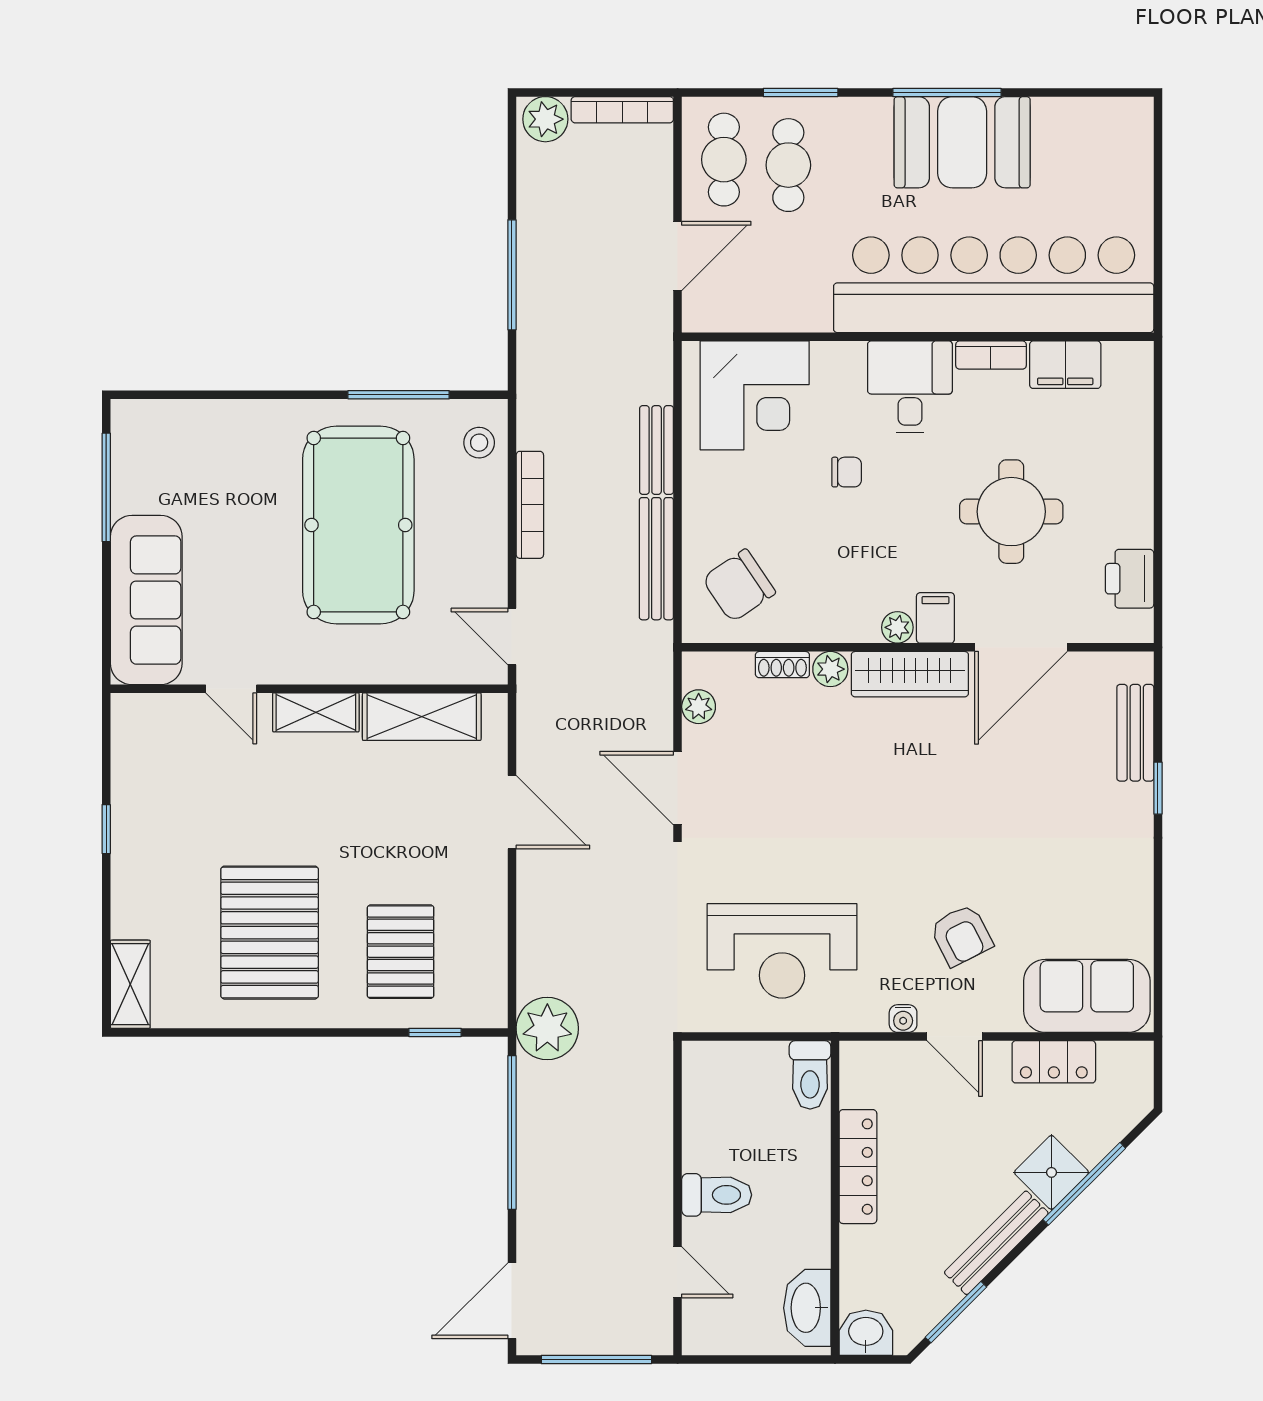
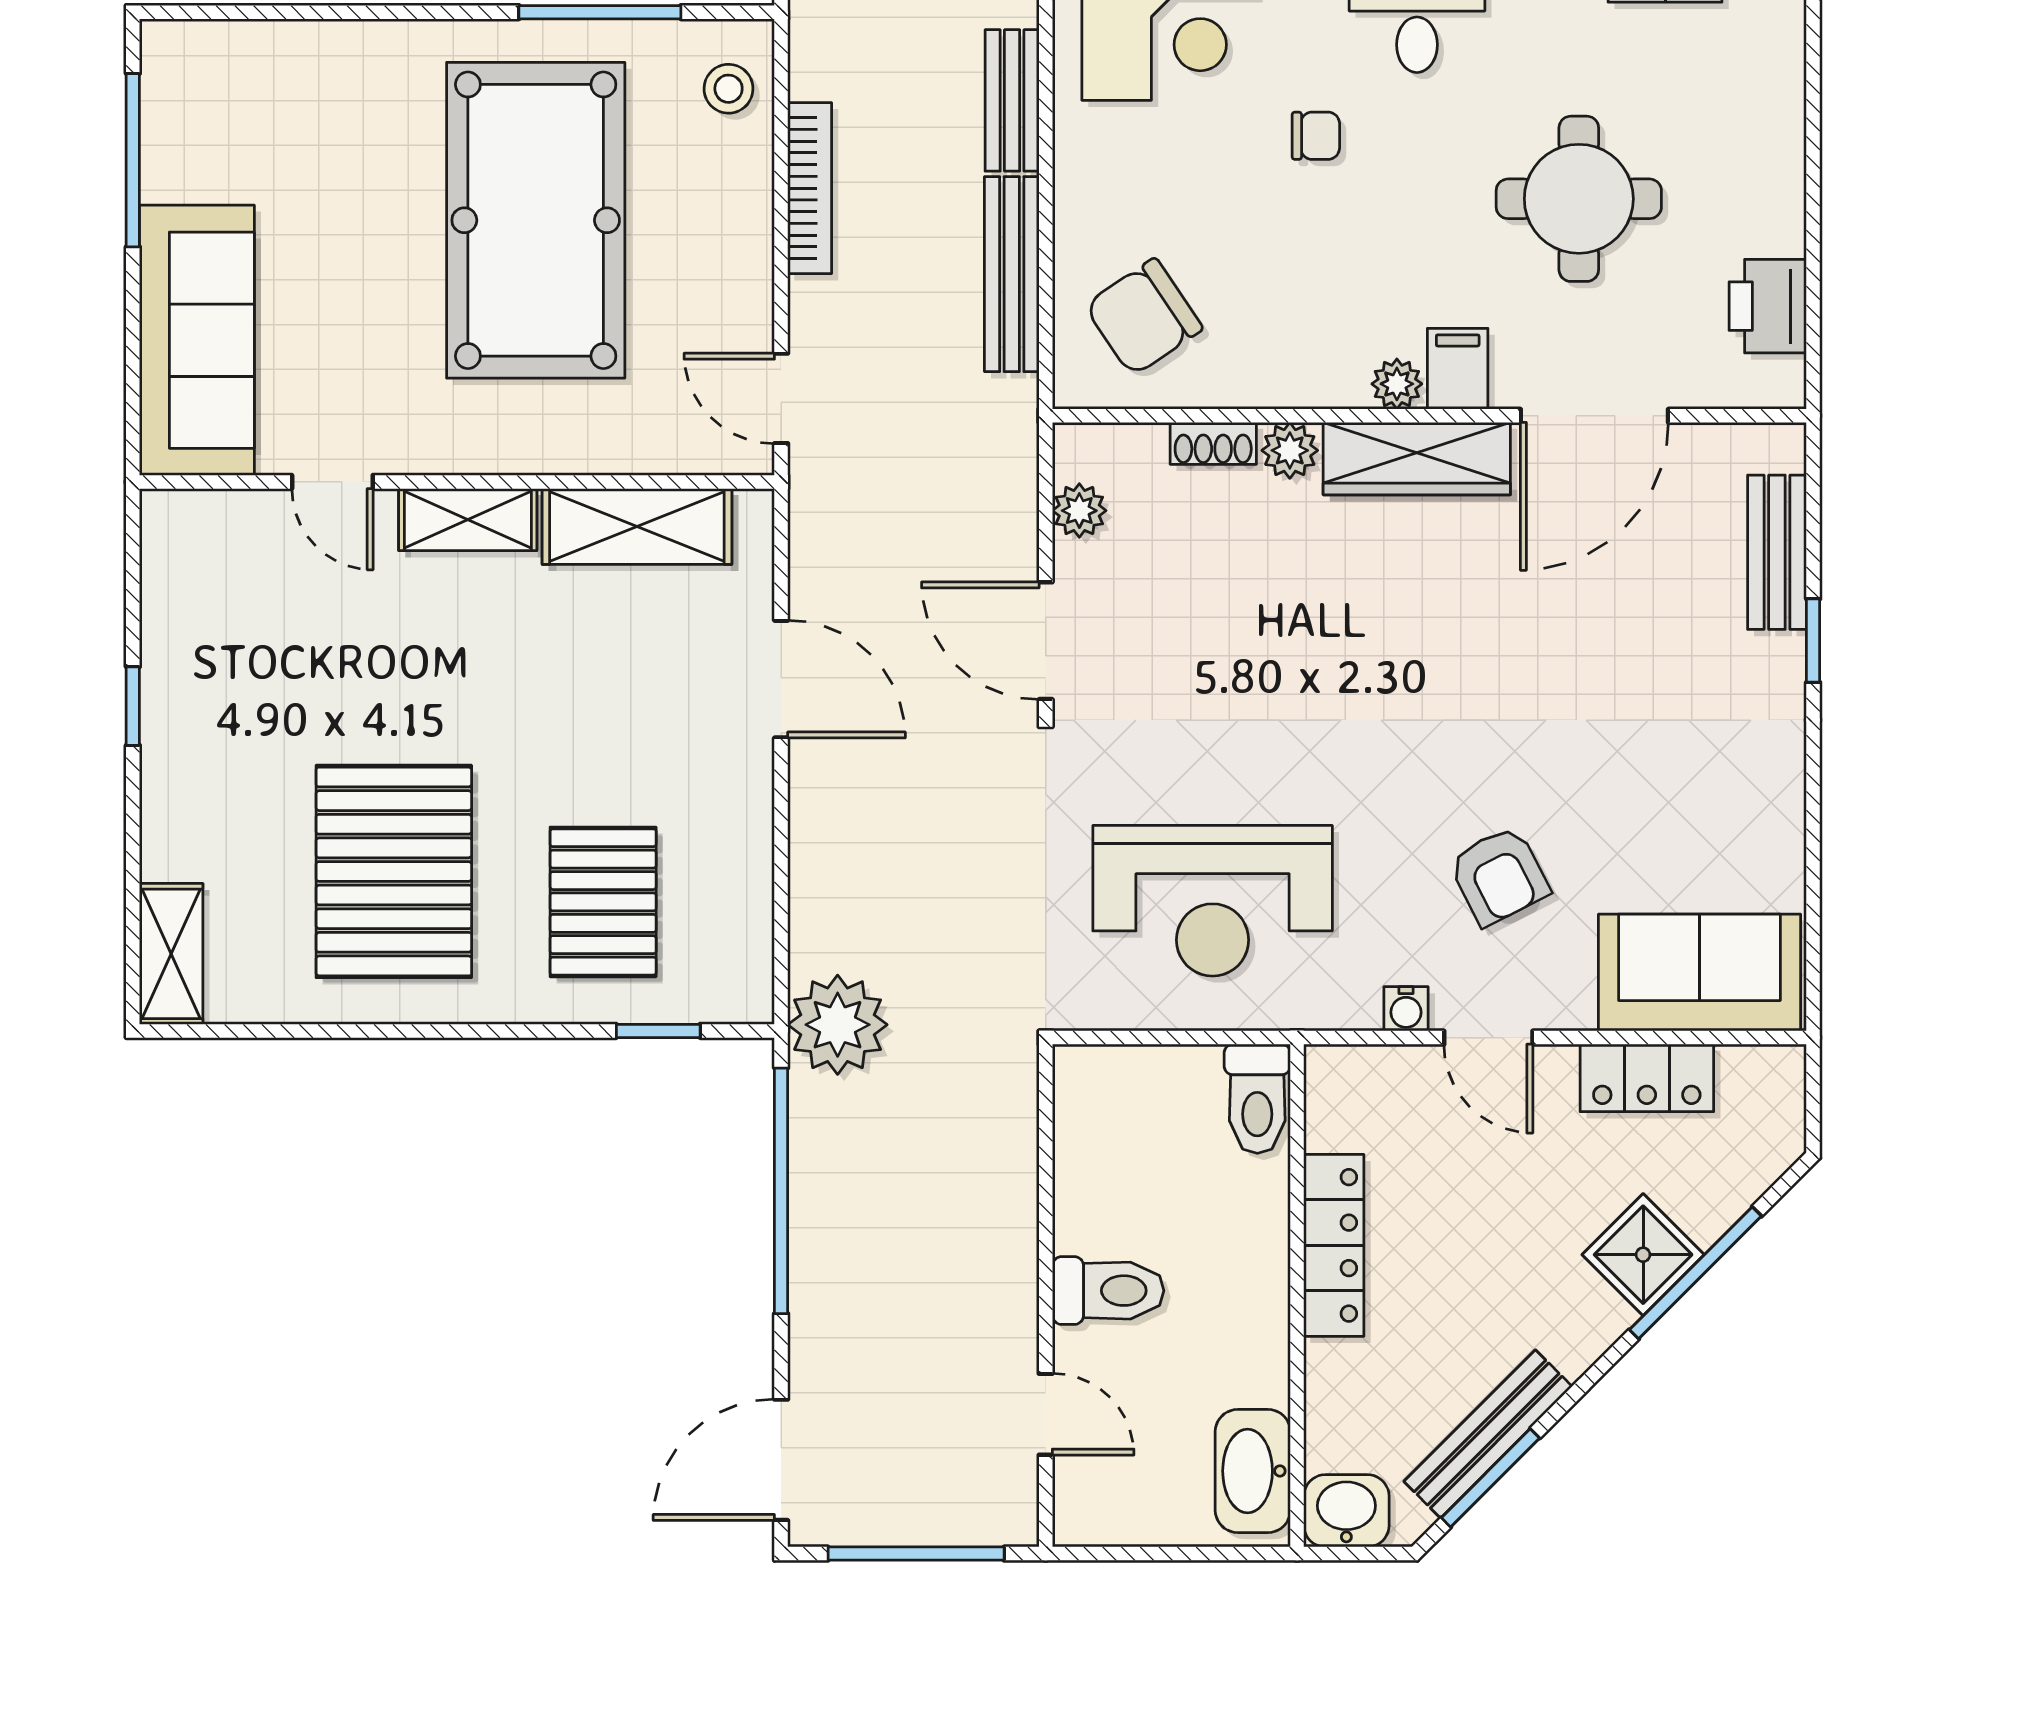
bench: (996, 1243) -> (1488, 1434), moved

